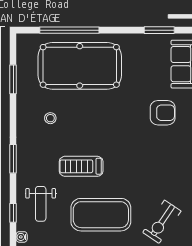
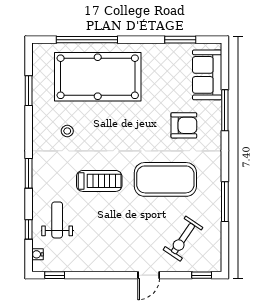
treadmill: (81, 166) -> (99, 181), turned 180
weight bench: (41, 204) -> (57, 220), turned 180
exercise mat: (101, 215) -> (165, 179), moved

